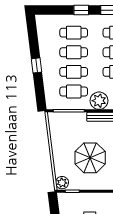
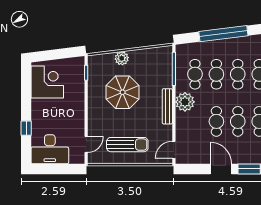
window: (36, 65) -> (223, 34), width x3.17
plant: (62, 183) -> (122, 58), moved

